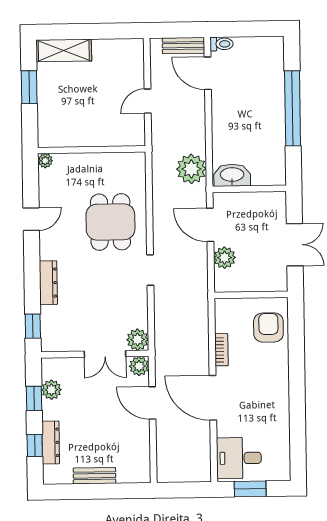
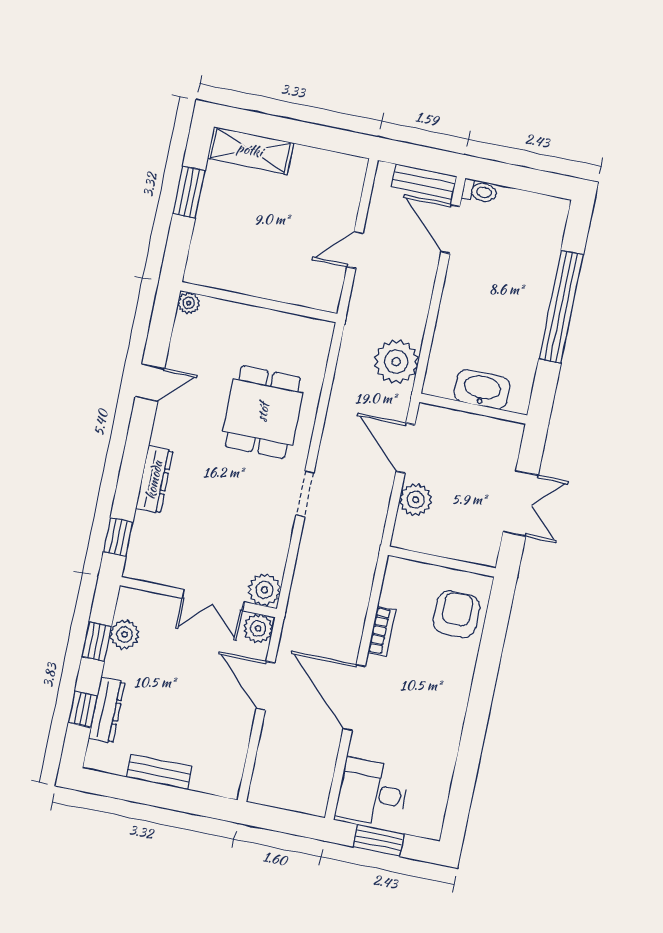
washbasin: (232, 175) -> (482, 390), moved

